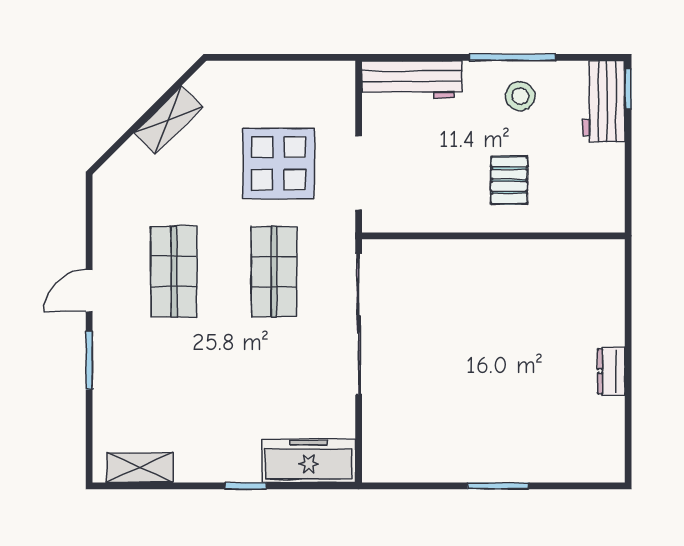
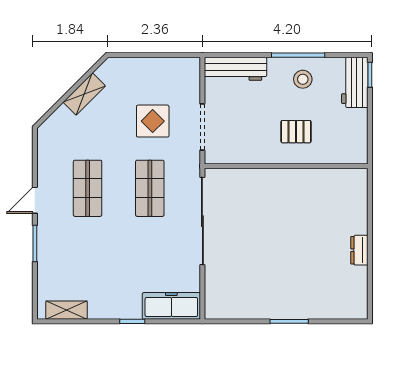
display table: (279, 163) -> (153, 121), width x0.73, depth x0.73
pallet: (509, 180) -> (296, 132), turned 90

